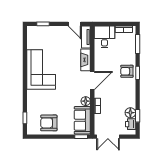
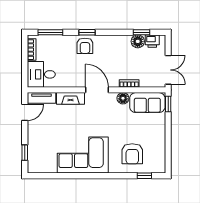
armchair: (49, 123) -> (132, 154), moved

